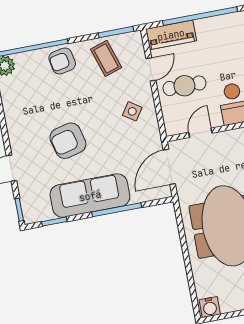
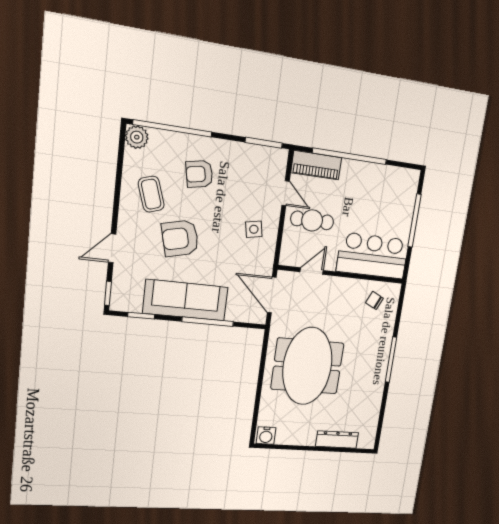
coffee table: (106, 58) -> (151, 194), moved
armchair: (62, 61) -> (199, 174), moved
door: (151, 69) -> (286, 193), hinge flipped
side table: (132, 111) -> (254, 229), turned 45
door: (169, 167) -> (272, 295), hinge flipped

